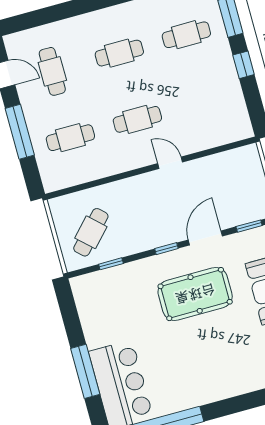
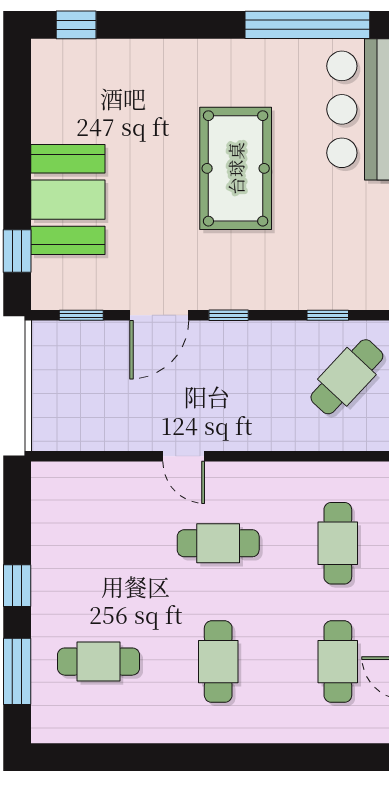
cafe table: (119, 53) -> (218, 662), turned 90
cafe table: (70, 138) -> (338, 543), turned 90
pool table: (195, 294) -> (236, 168), moved, turned 90

